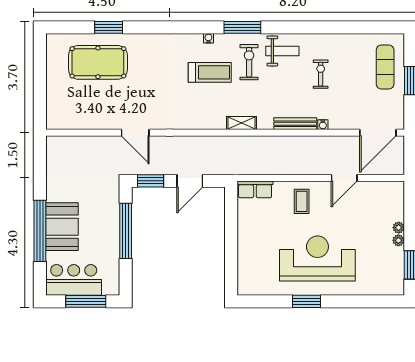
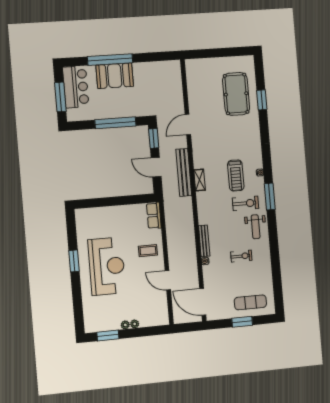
shelving: (241, 123) -> (200, 180), moved
bench: (200, 144) -> (184, 172), added

